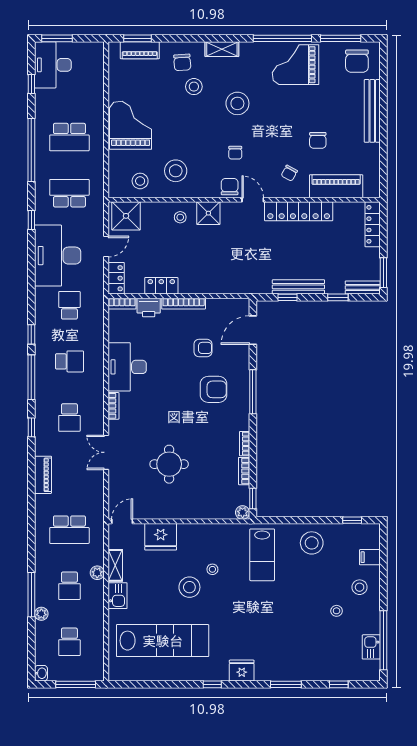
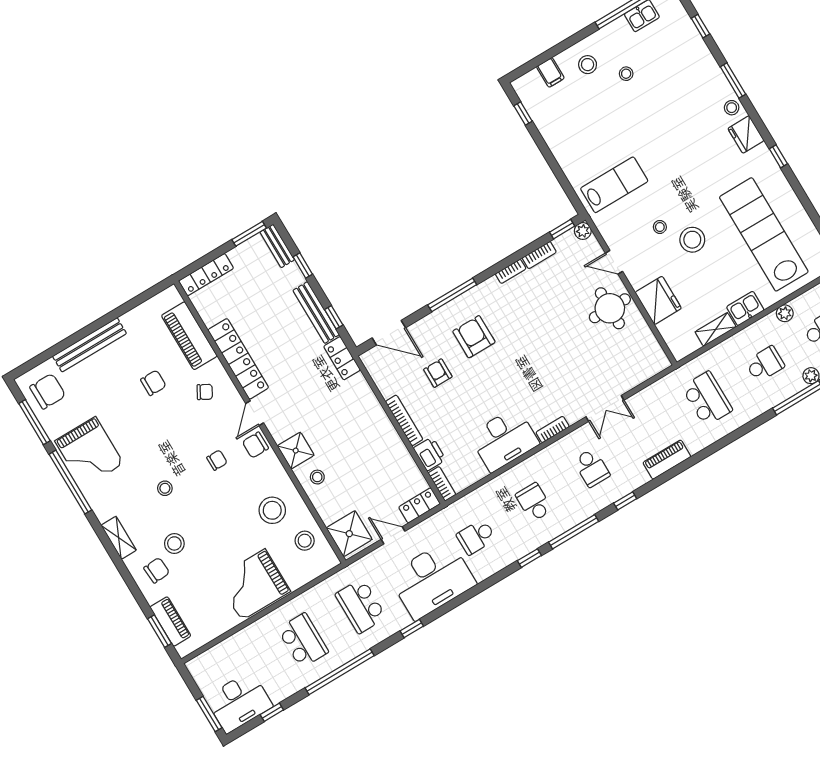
stool: (237, 103) -> (165, 488), width x0.53, depth x0.53
locker: (161, 286) -> (342, 358), moved
school desk: (69, 417) -> (592, 468), turned 90
round table: (169, 464) -> (610, 308), moved
door: (122, 521) -> (614, 262), moved
stool: (312, 543) -> (732, 108), moved, width x0.53, depth x0.53
plant: (97, 573) -> (785, 313), moved

